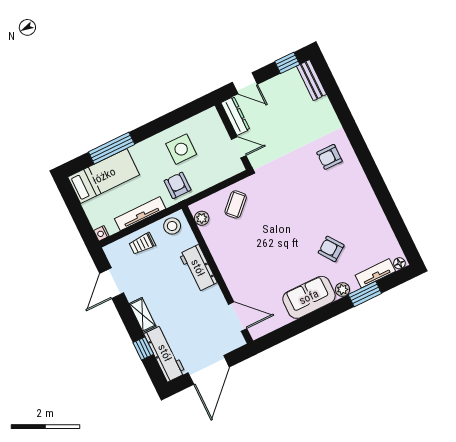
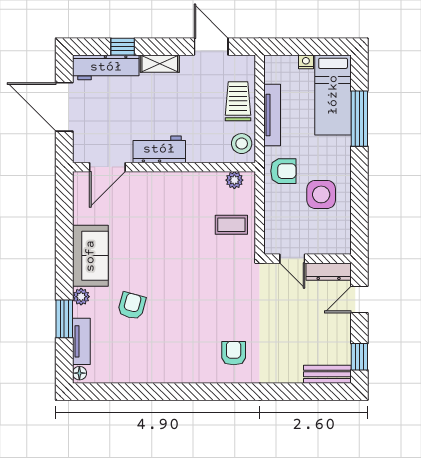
door: (239, 147) -> (292, 259), hinge flipped
coffee table: (236, 204) -> (231, 225), turned -45
nightstand: (101, 233) -> (306, 62), moved
trolley: (142, 244) -> (238, 101), width x1.36, depth x1.39
armchair: (331, 249) -> (132, 306), turned -39
workbench: (198, 268) -> (159, 149), moved

